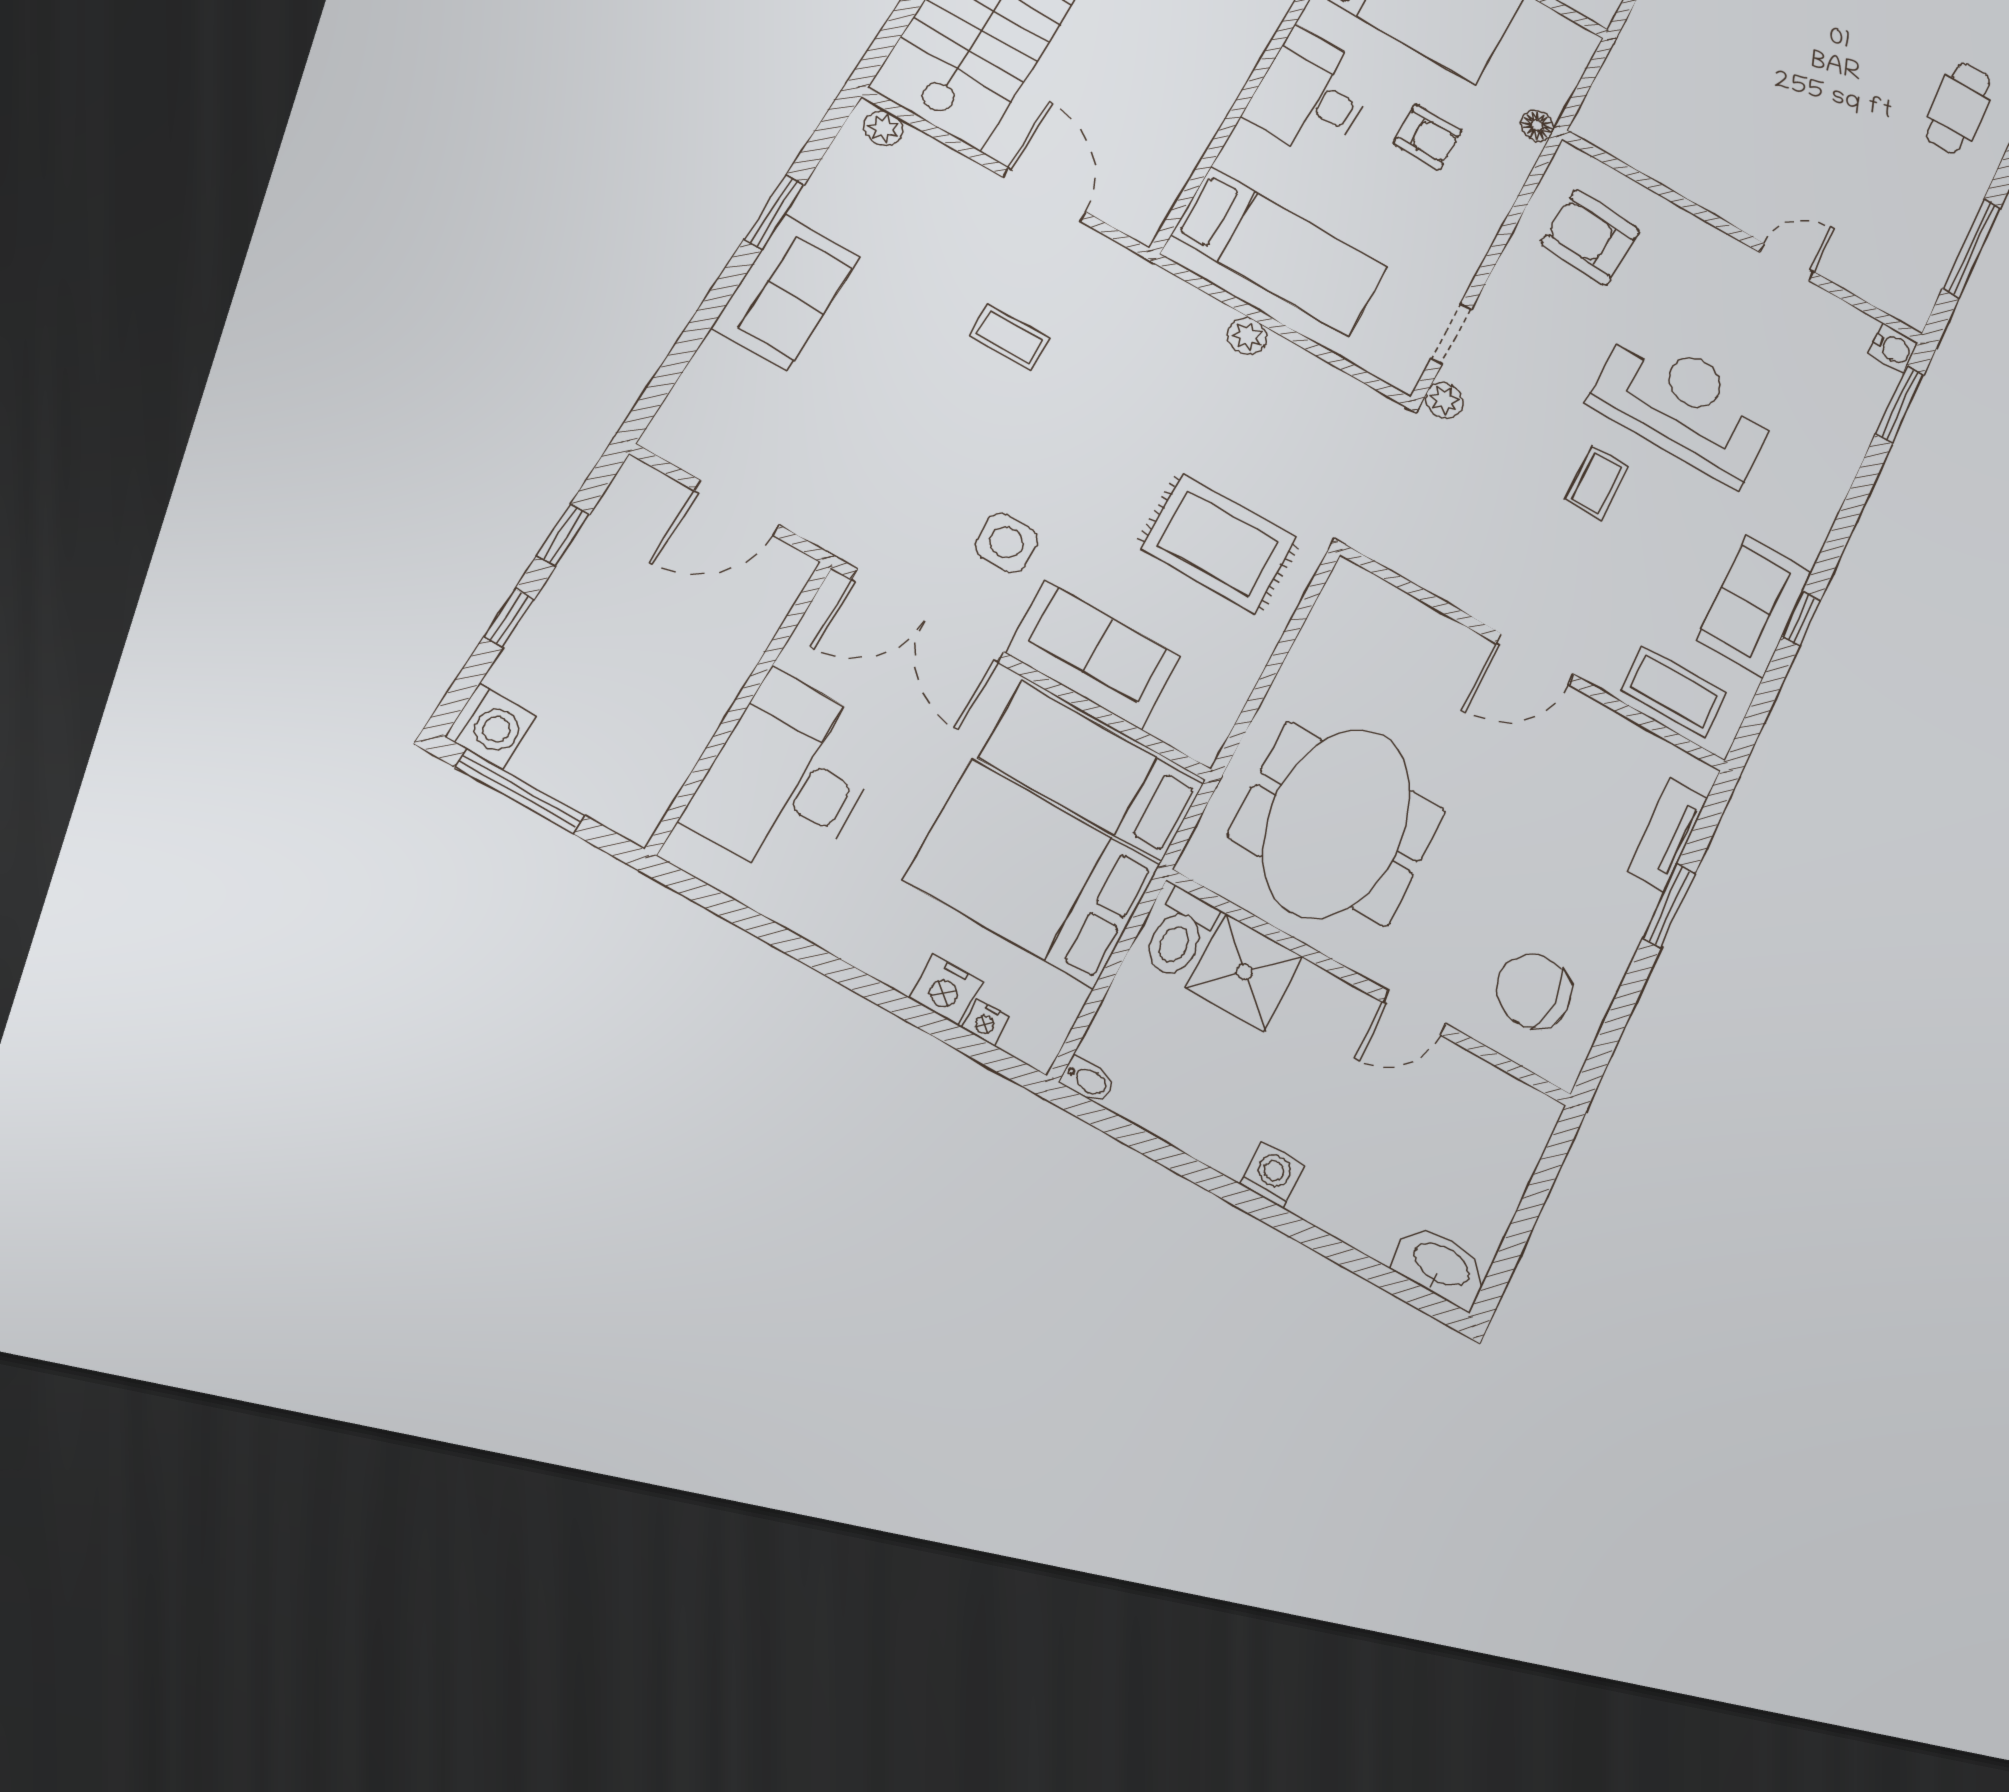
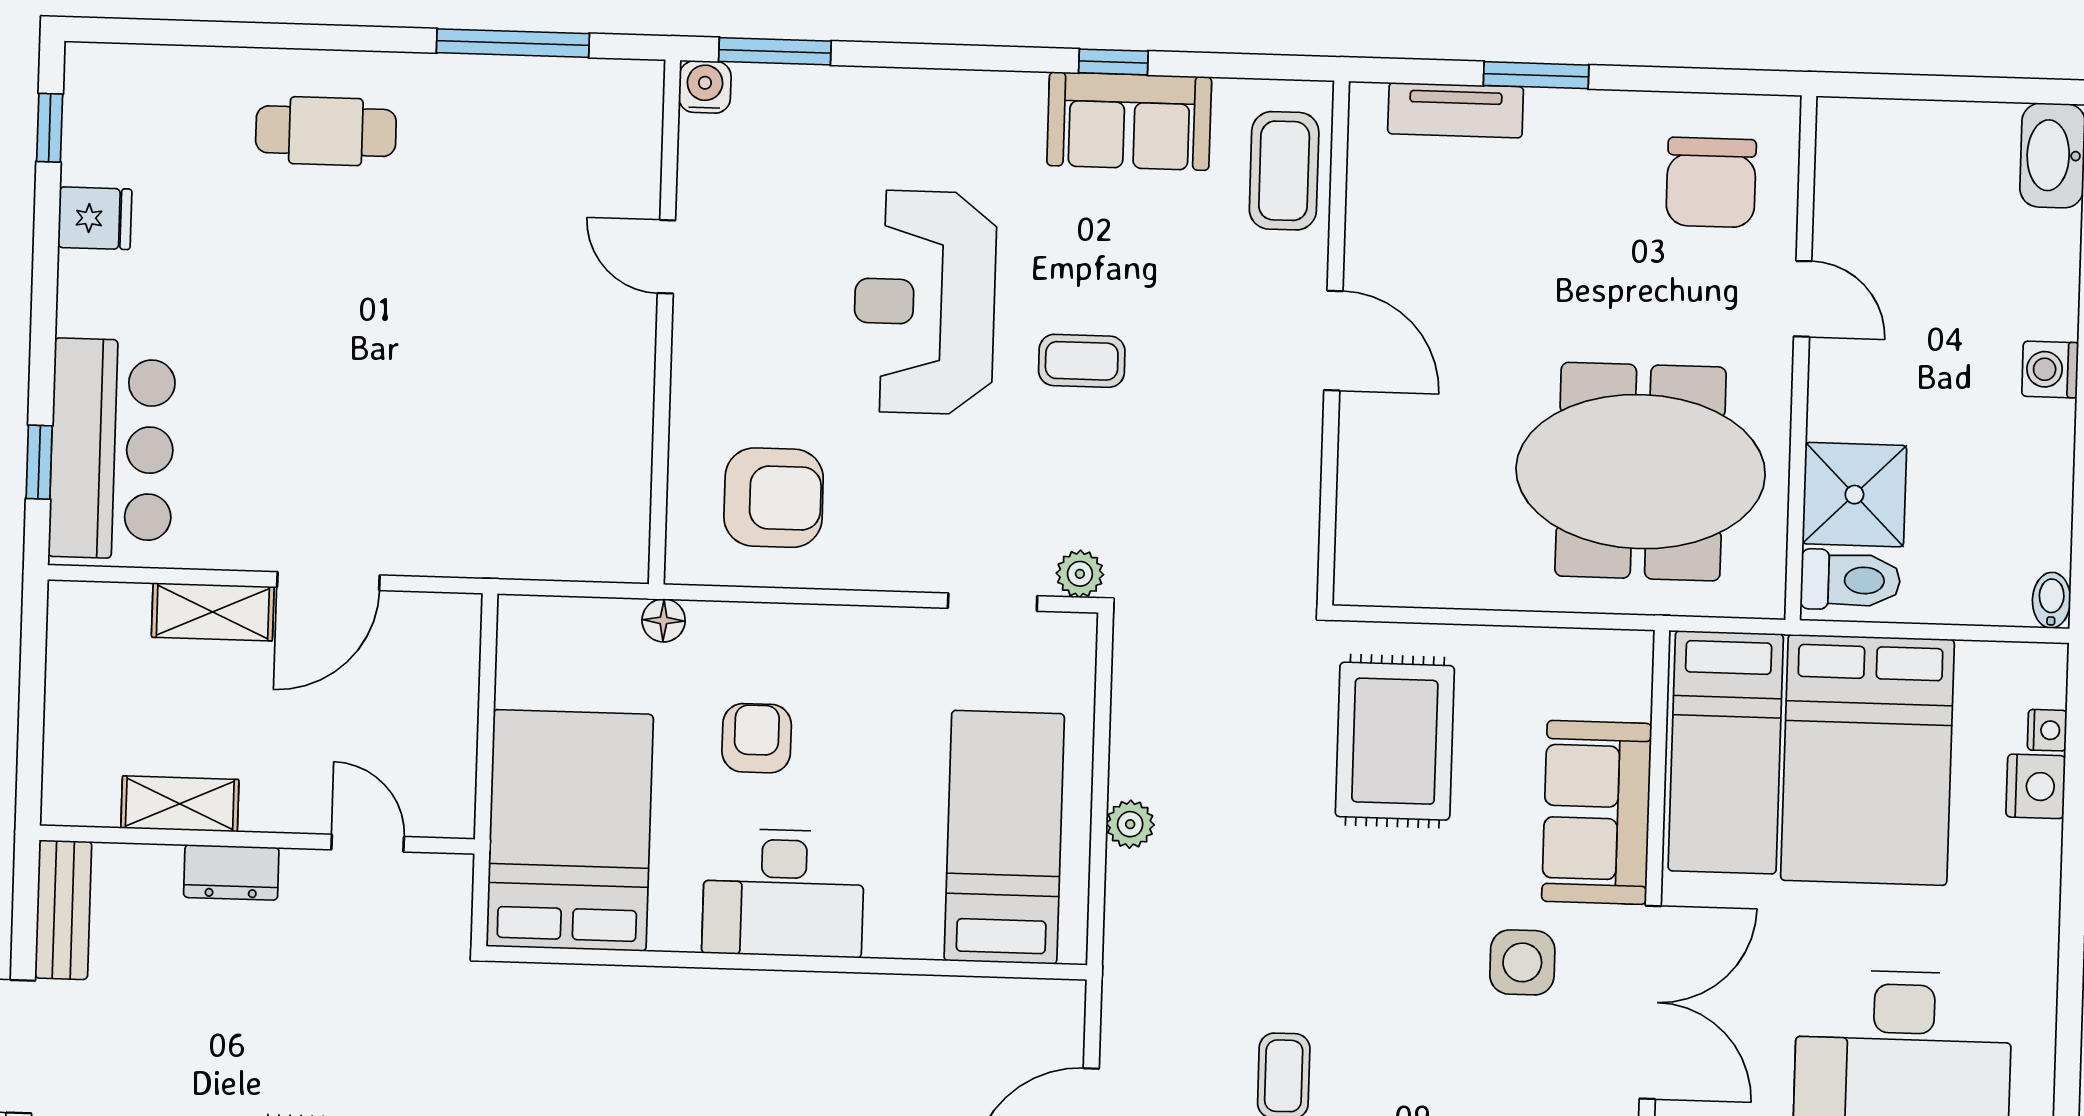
armchair: (1590, 237) -> (774, 498), turned -94

